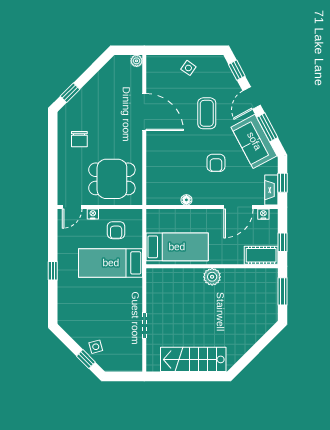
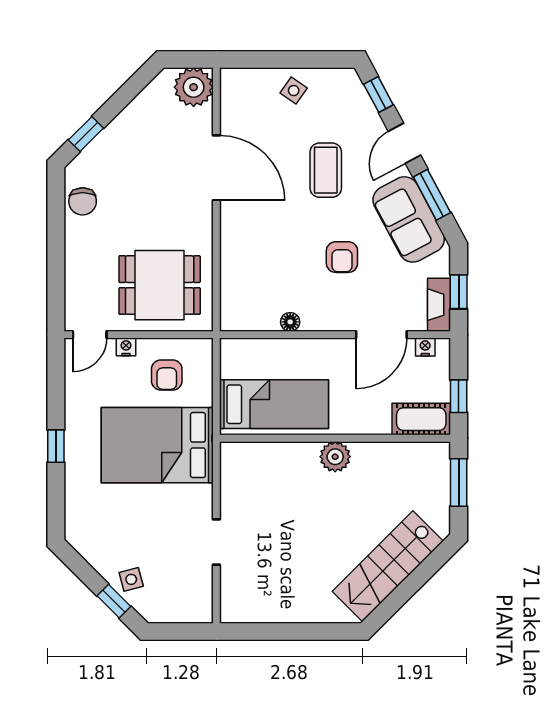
plant: (137, 61) -> (194, 87), width x1.87, depth x1.87
chair: (79, 139) -> (83, 201), moved
bed: (111, 263) -> (157, 445), width x1.50
stairs: (193, 359) -> (388, 566), moved, turned -45

